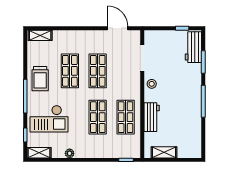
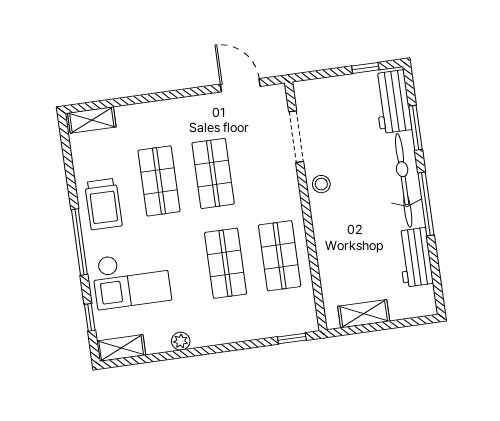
bicycle: (194, 88) -> (404, 180), added
workbench: (152, 117) -> (415, 257), moved, turned 180

